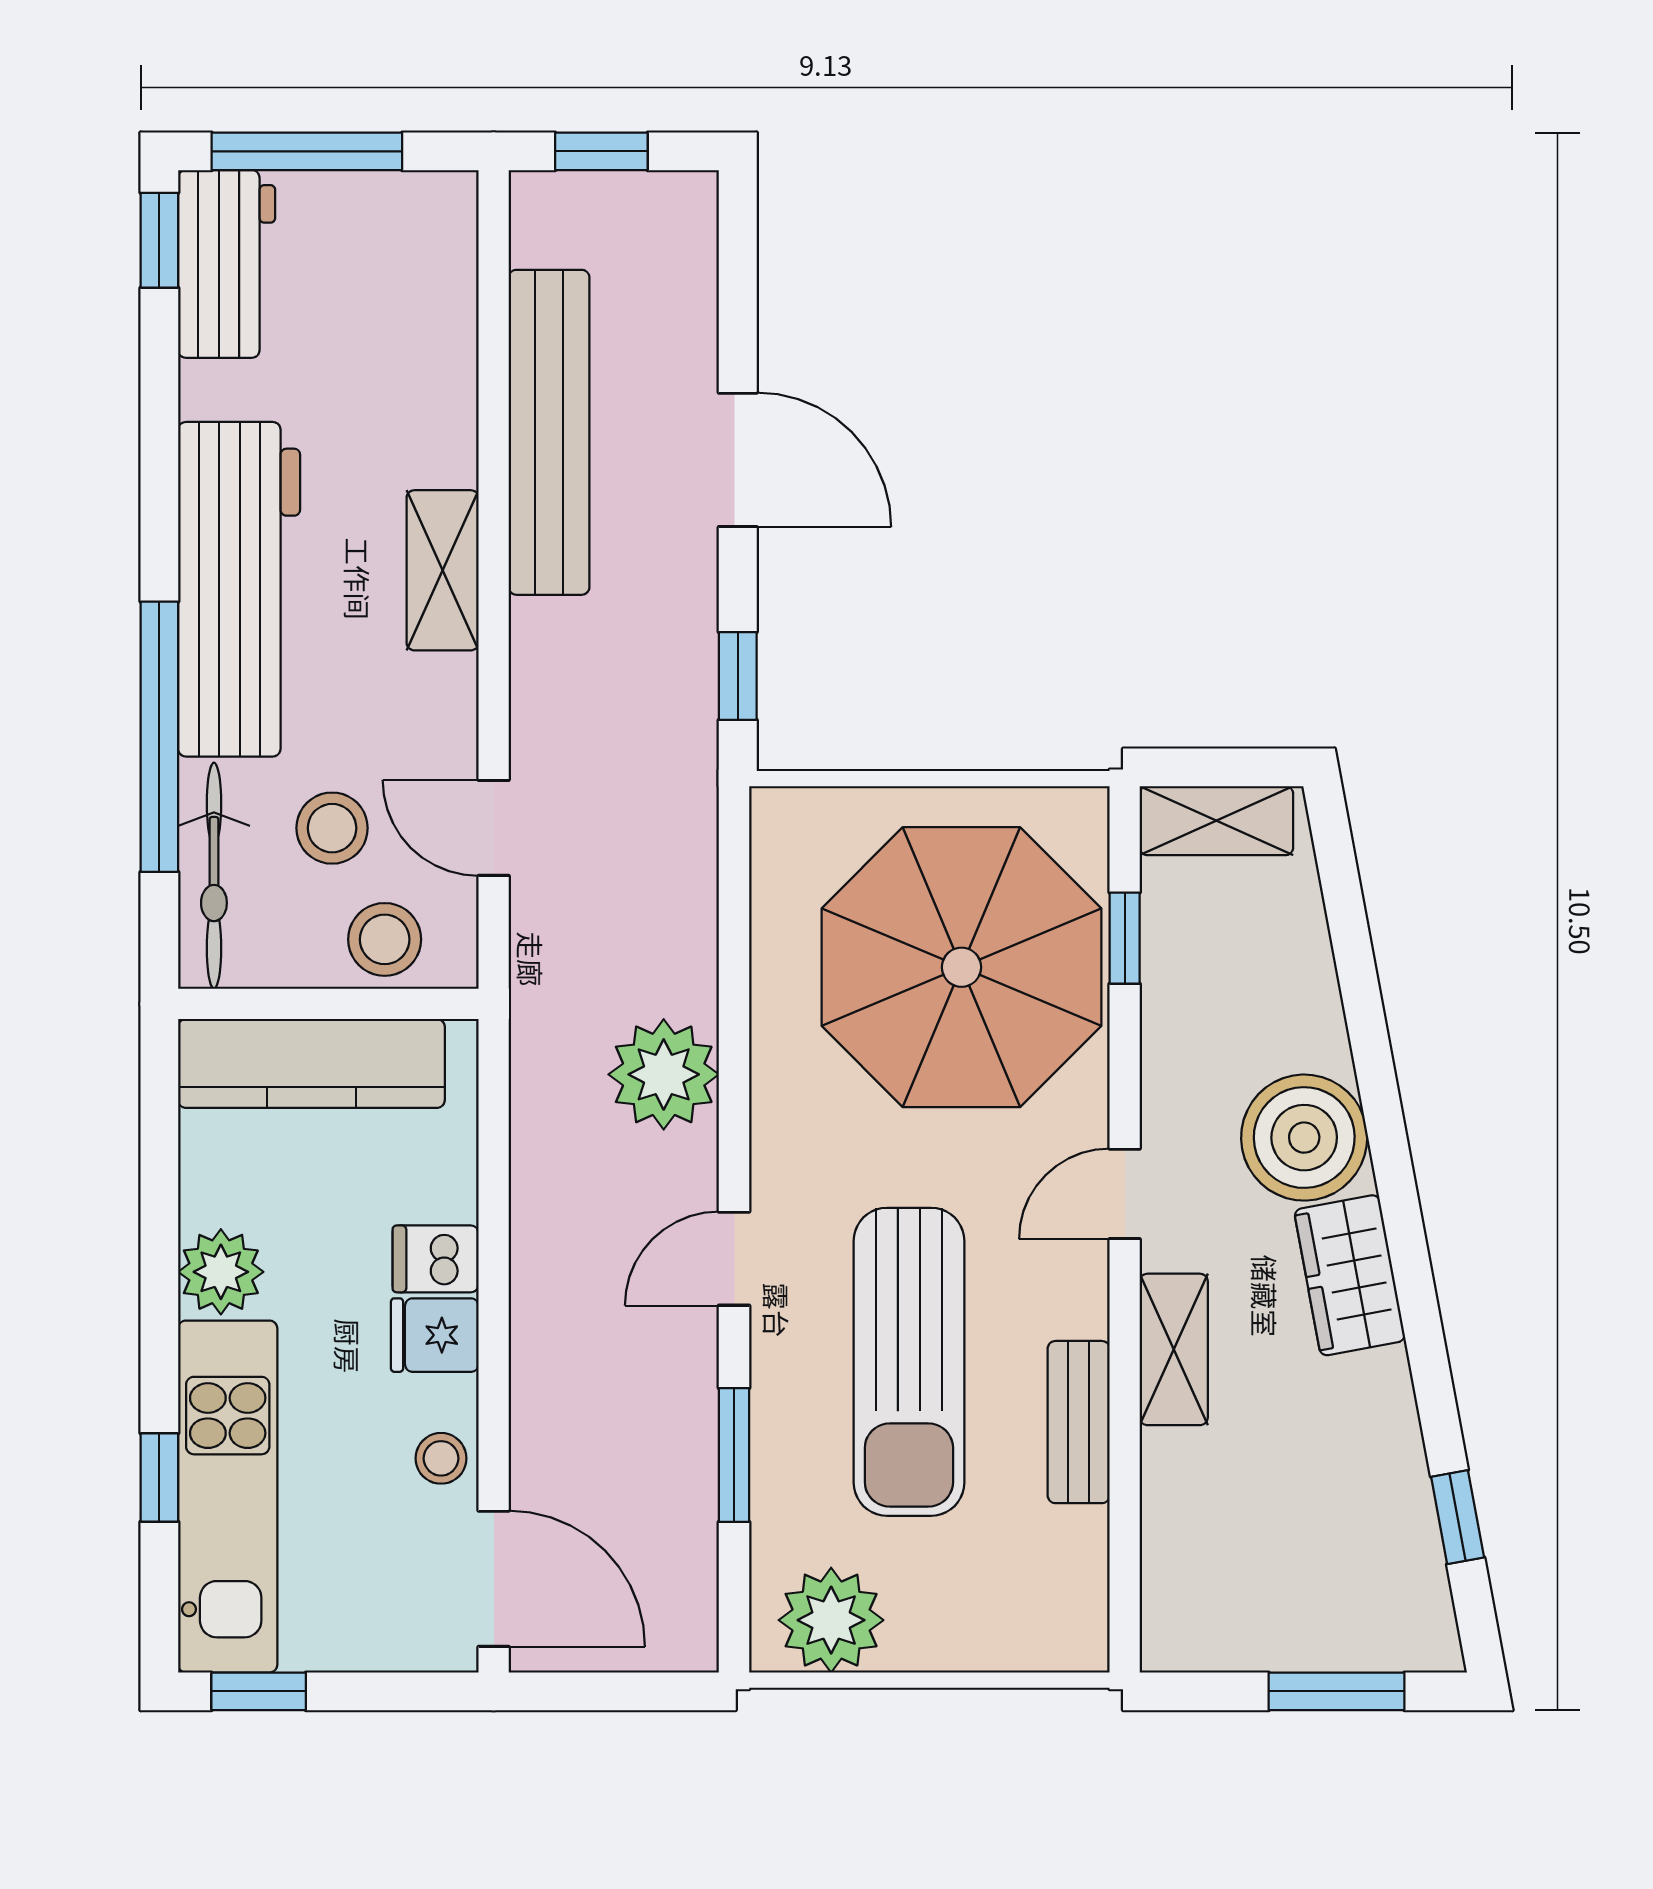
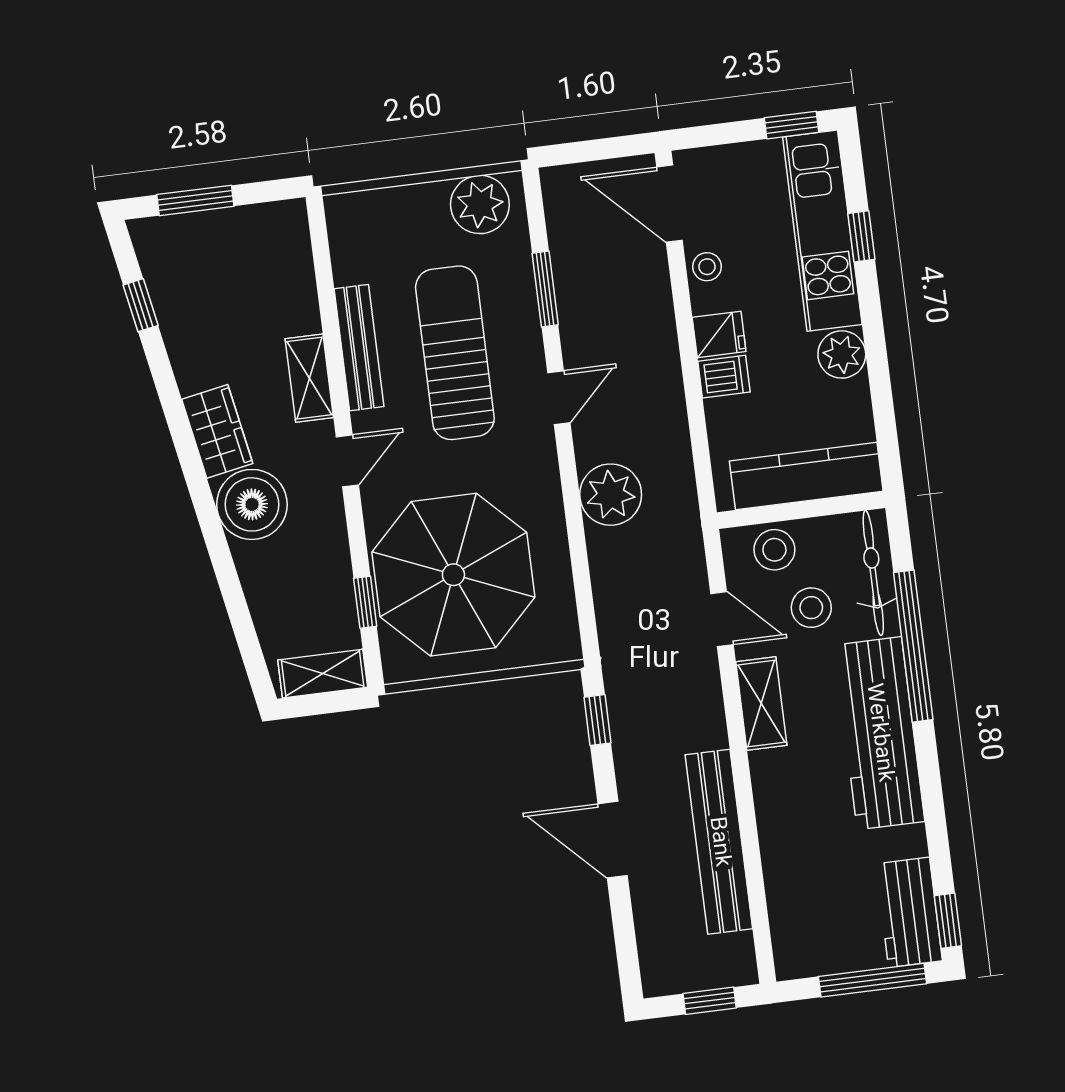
shelving: (443, 570) -> (761, 704), moved
bench: (1079, 1422) -> (359, 348), width x1.36

